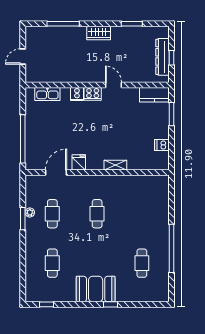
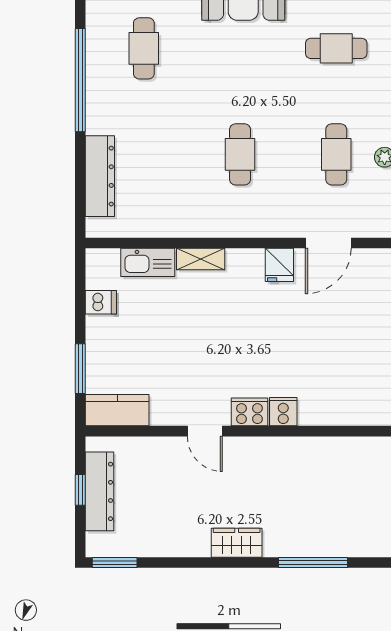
window: (132, 24) -> (115, 562), moved
kitchen sink: (47, 94) -> (148, 262), moved, turned 180
dresser: (162, 204) -> (100, 176), added
cafe table: (52, 263) -> (336, 48), turned 90

